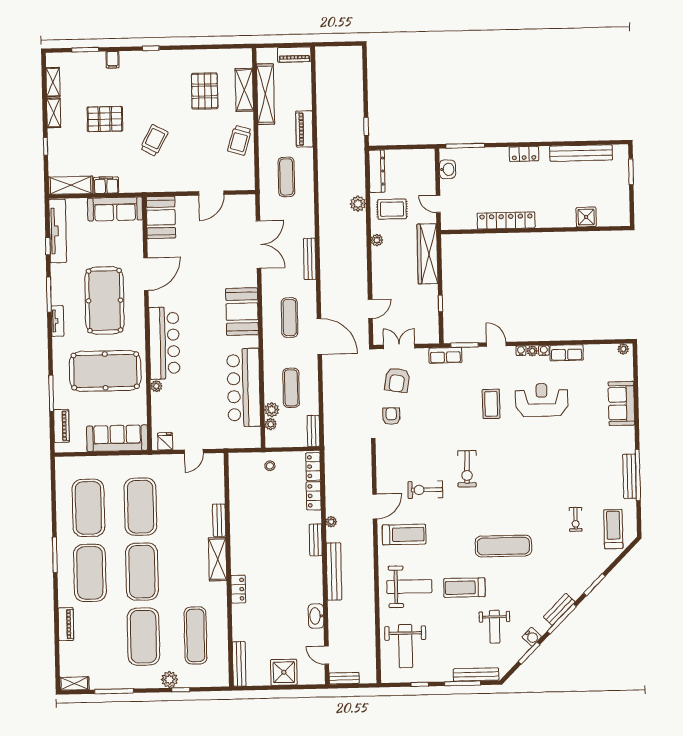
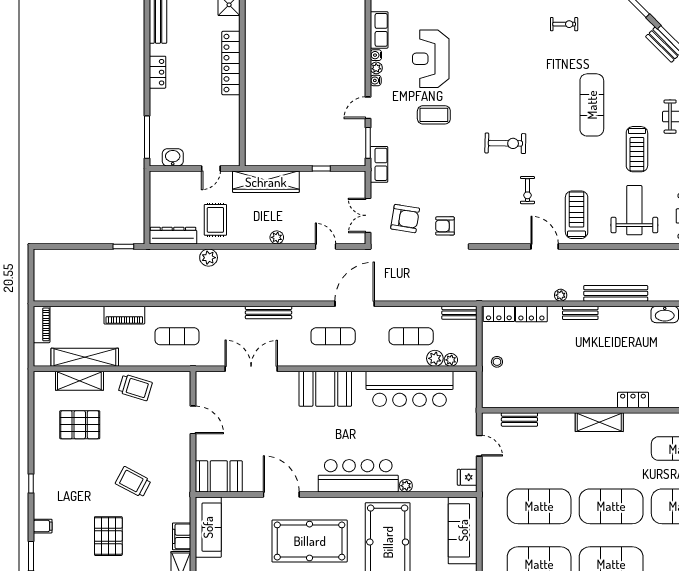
locker: (506, 221) -> (231, 63), moved
plant: (377, 240) -> (277, 237), moved
exercise bike: (425, 490) -> (527, 190), width x0.73, depth x0.72
bench: (219, 520) -> (519, 419), moved

